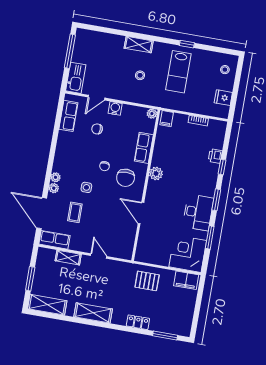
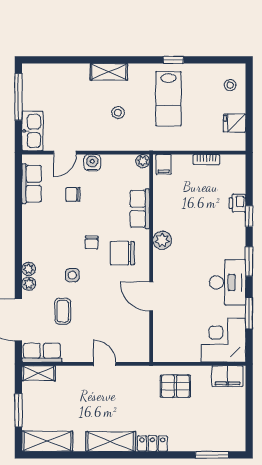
chair: (126, 178) -> (122, 253), turned 90
shelving: (68, 258) -> (39, 373), moved
locker: (138, 322) -> (152, 443), moved

